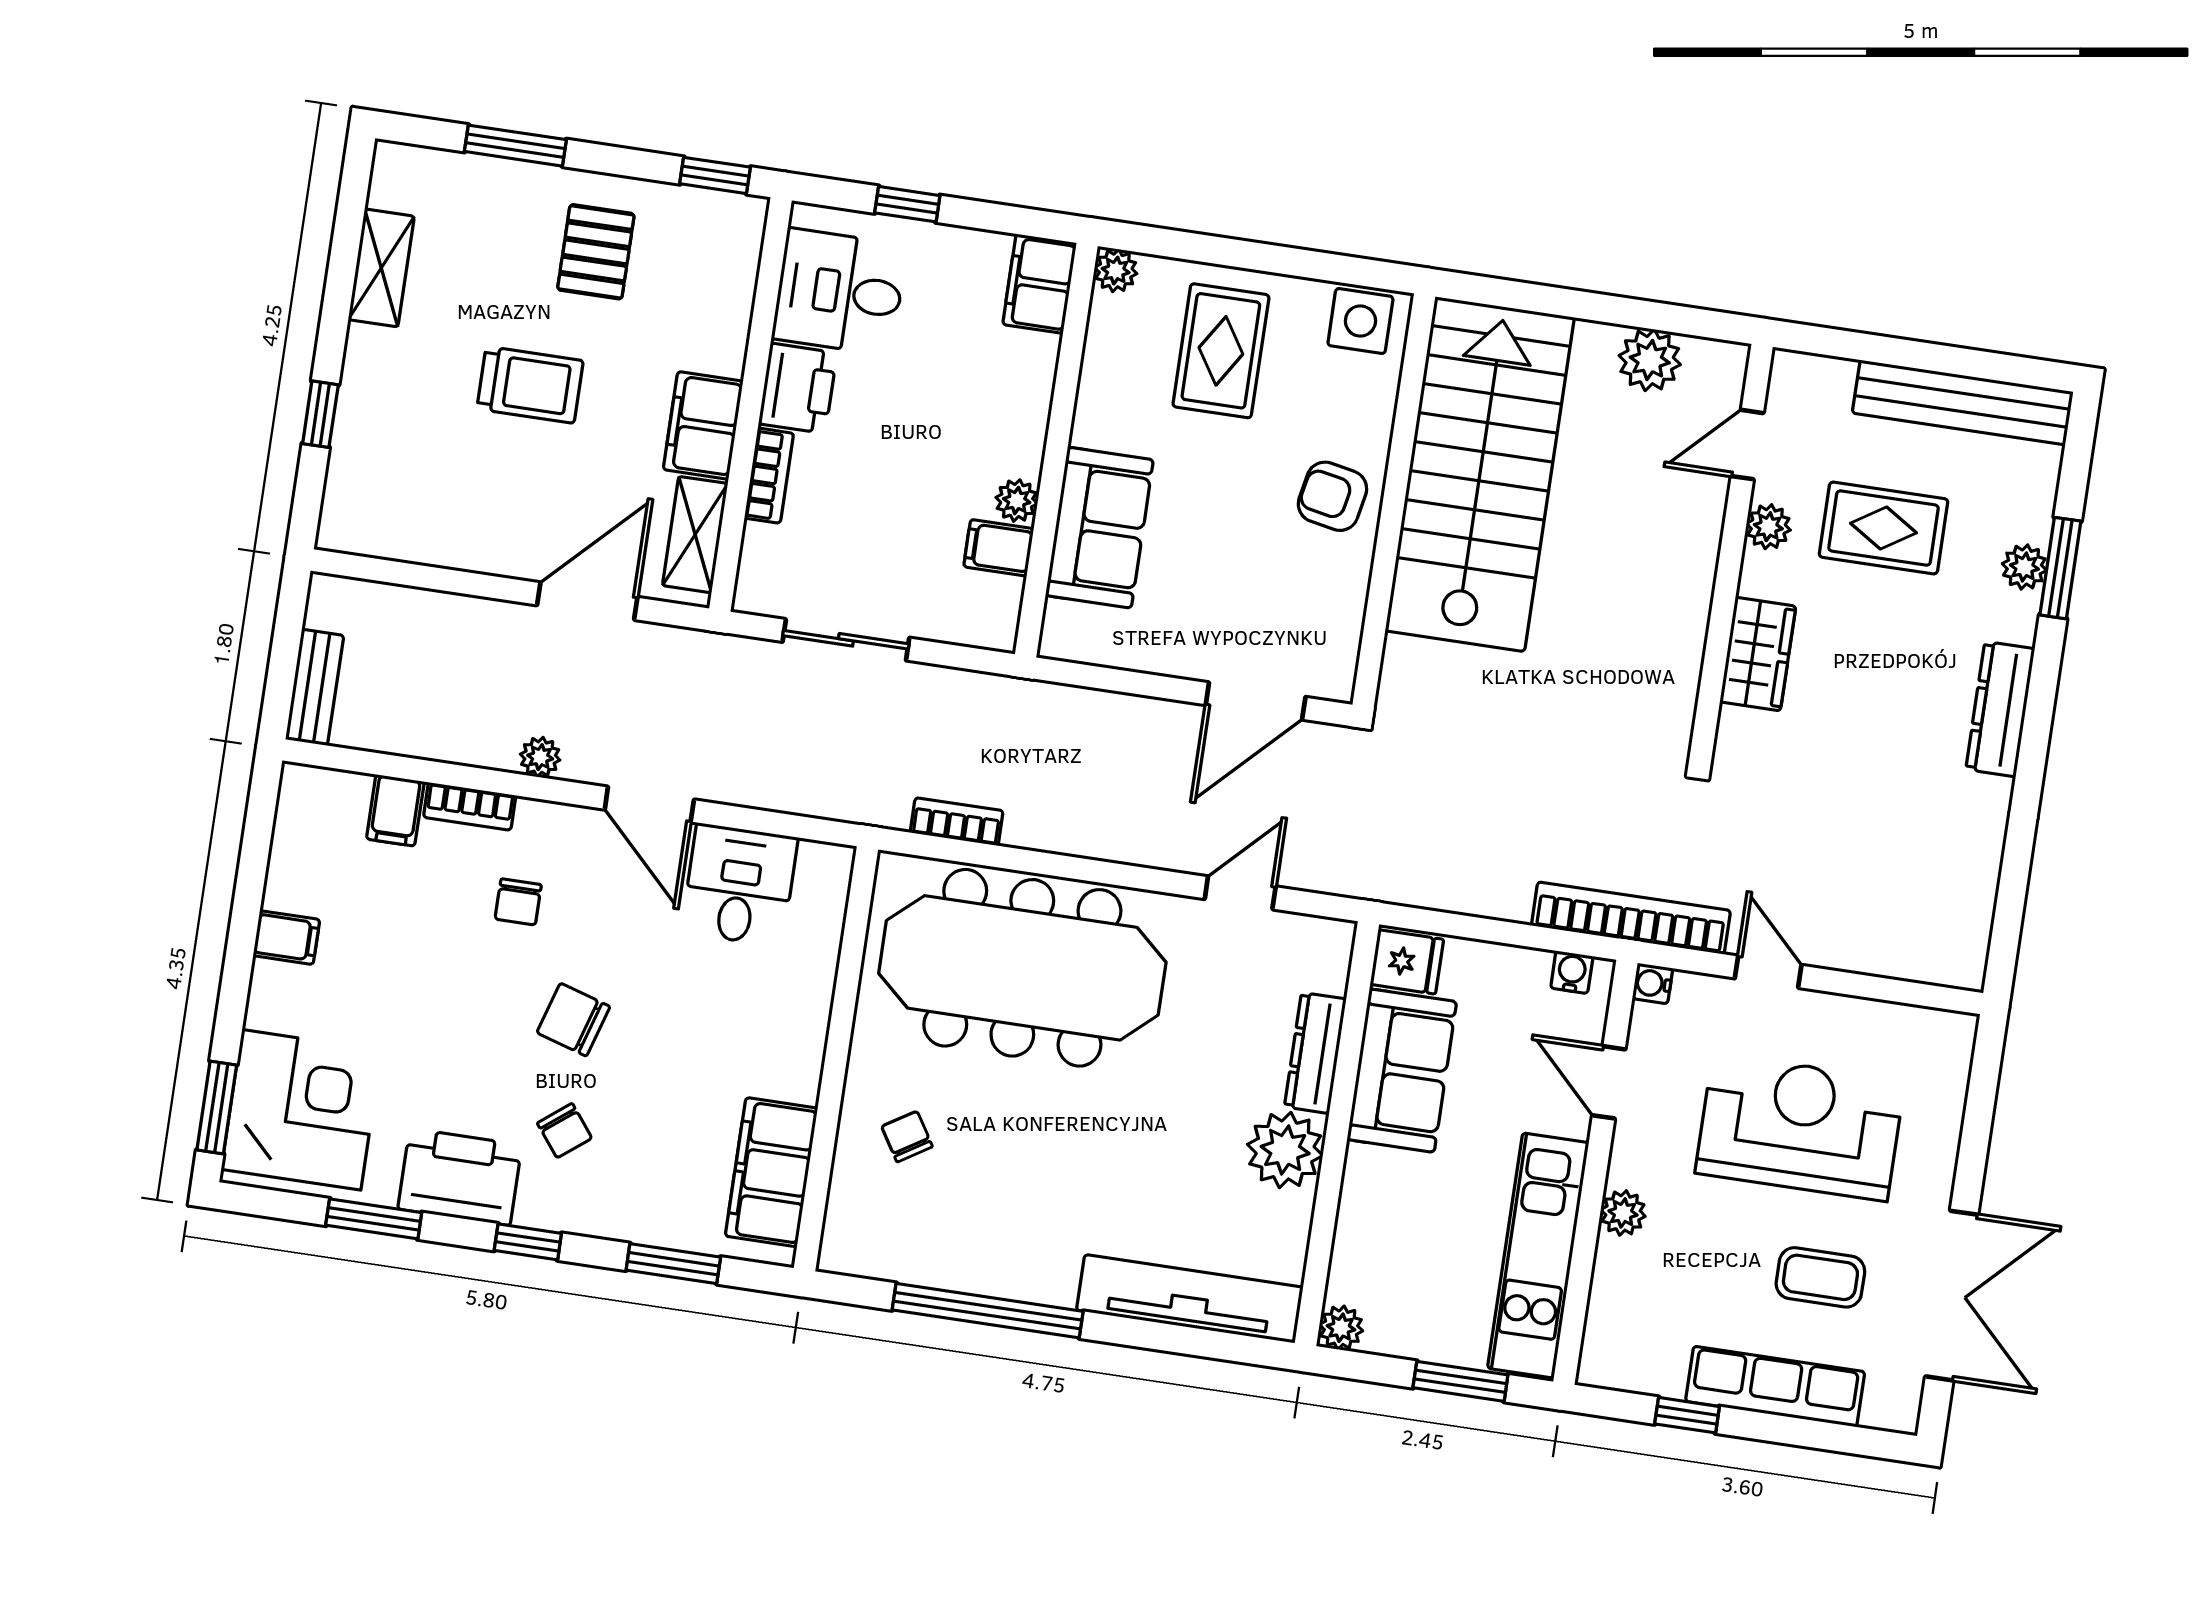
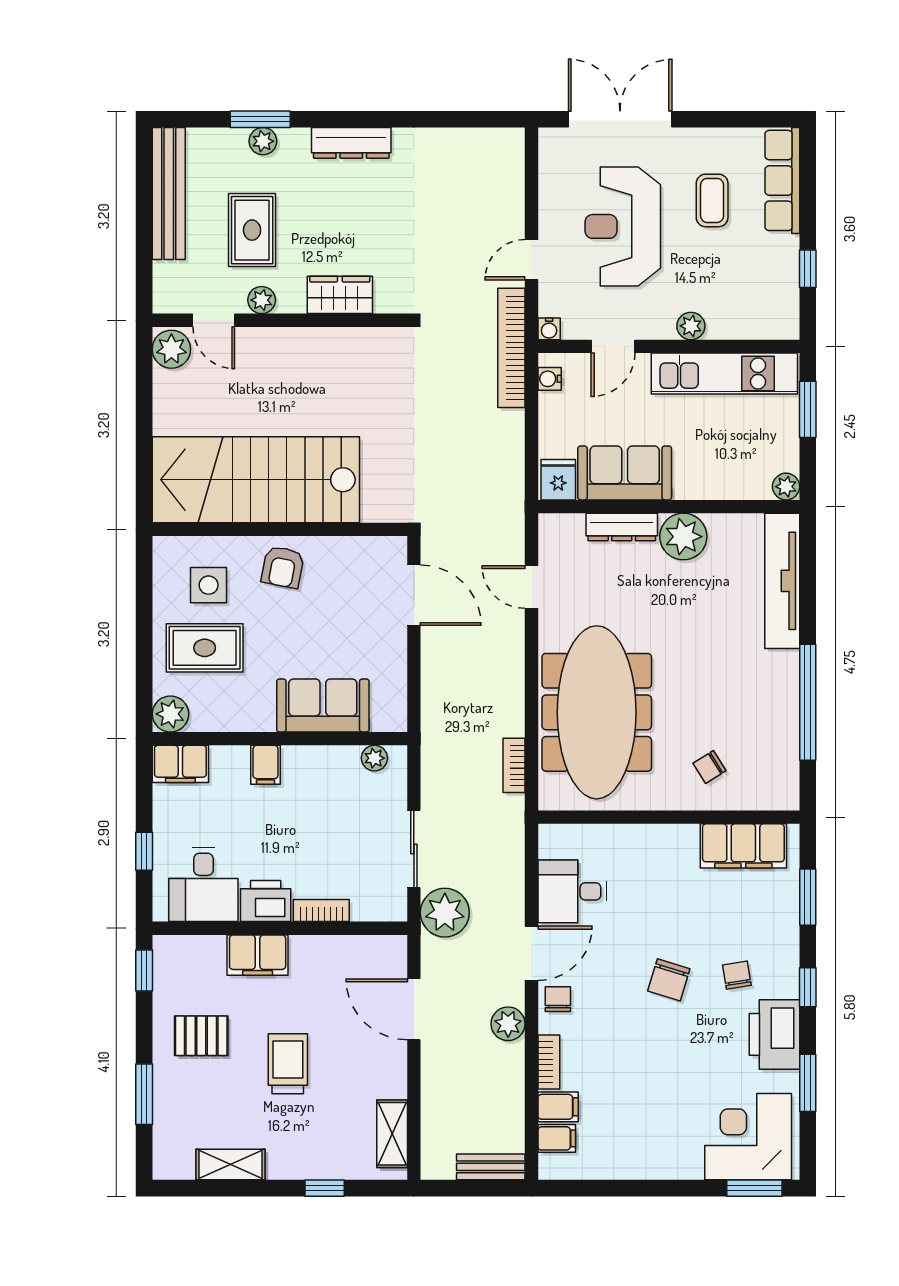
plant: (1116, 271) -> (170, 714), width x1.38, depth x1.38
side table: (1360, 321) -> (209, 585), moved
plant: (1650, 360) -> (171, 349), moved
filing cabinet: (703, 425) -> (258, 955), moved
plant: (1017, 501) -> (374, 758), moved
shelving: (695, 535) -> (392, 1134), moved, turned 90
filing cabinet: (999, 548) -> (266, 765), moved
plant: (736, 674) -> (445, 913), added
plant: (540, 757) -> (508, 1024), width x1.38, depth x1.38
chair: (518, 902) -> (558, 999), moved, turned -90
filing cabinet: (286, 938) -> (557, 1138), moved, turned 90
chair: (565, 1131) -> (737, 975), turned -61
double door: (1952, 1296) -> (620, 119), moved
row of seats: (1775, 1387) -> (782, 180), moved

